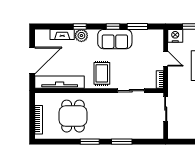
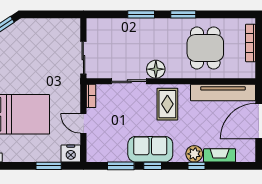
floor lamp: (111, 100) -> (156, 69), added

